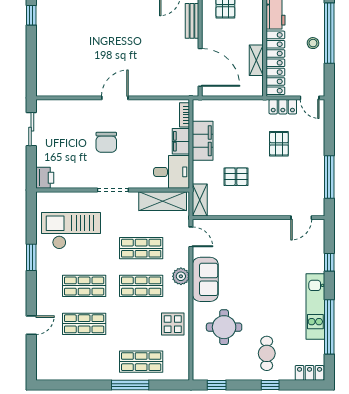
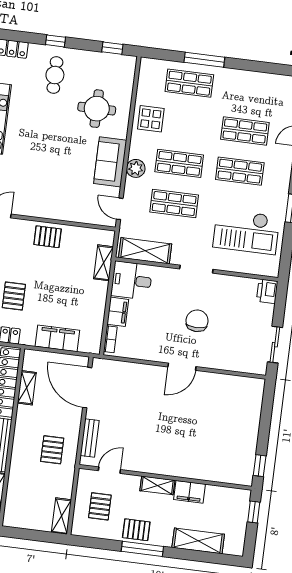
filing cabinet: (203, 141) -> (57, 338), moved, turned 90
pallet: (236, 177) -> (48, 237), moved
shelving: (200, 200) -> (103, 263), moved

